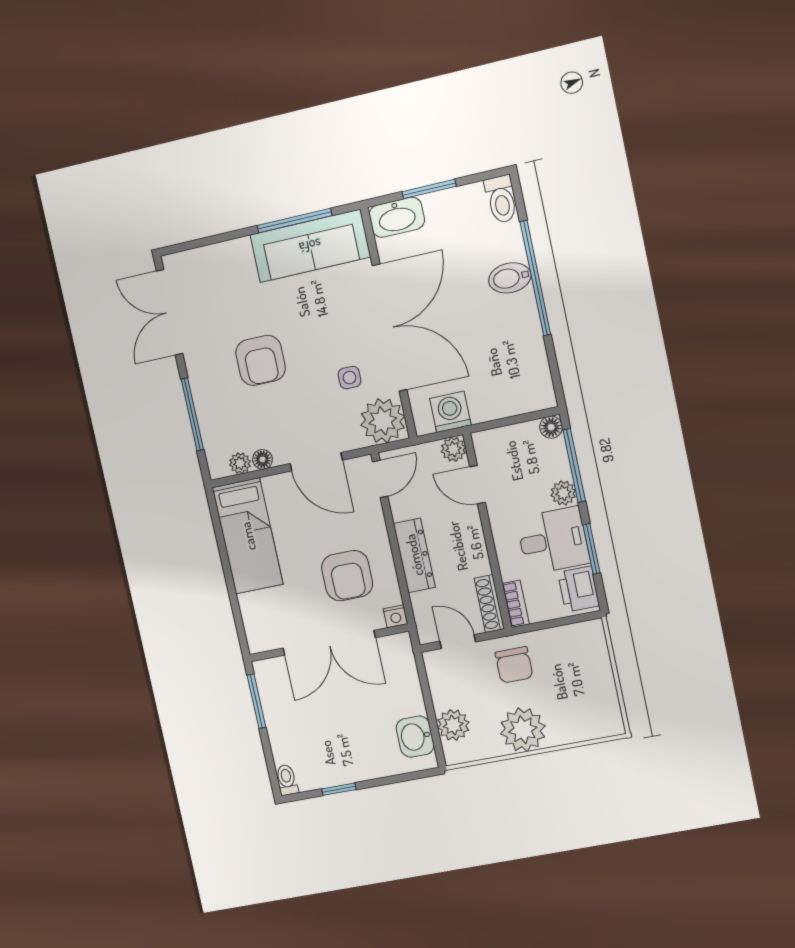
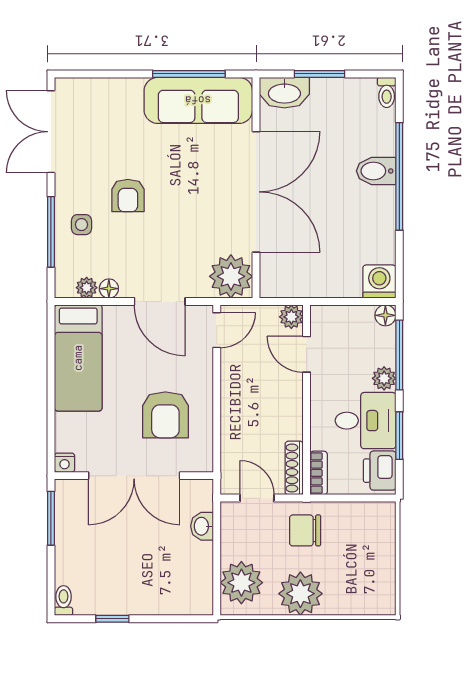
toilet: (501, 199) -> (387, 92), width x0.73, depth x0.72
armchair: (261, 360) -> (128, 196), width x0.72, depth x0.72
side table: (350, 378) -> (81, 225), moved
washing machine: (450, 412) -> (379, 282), moved
dresser: (414, 555) -> (233, 409), removed
nightstand: (395, 616) -> (65, 463), moved
chair: (514, 665) -> (305, 530), turned 90
plant: (453, 725) -> (241, 583), width x1.36, depth x1.36
washbasin: (415, 737) -> (202, 526), moved, width x0.72, depth x0.69

